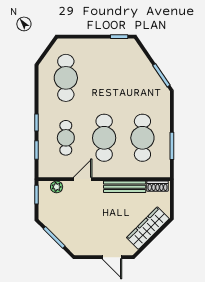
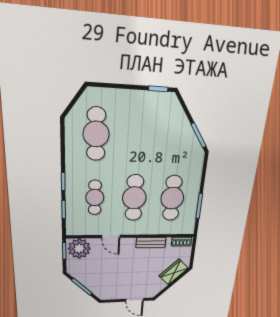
door: (83, 179) -> (111, 236), swing flipped
plant: (57, 187) -> (79, 248), width x1.88, depth x1.88
bench: (125, 187) -> (151, 243), width x0.73
wardrobe: (148, 228) -> (174, 272), width x0.67

